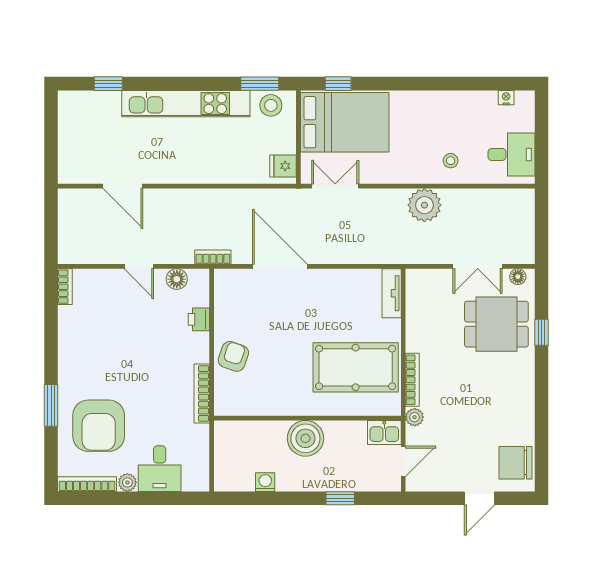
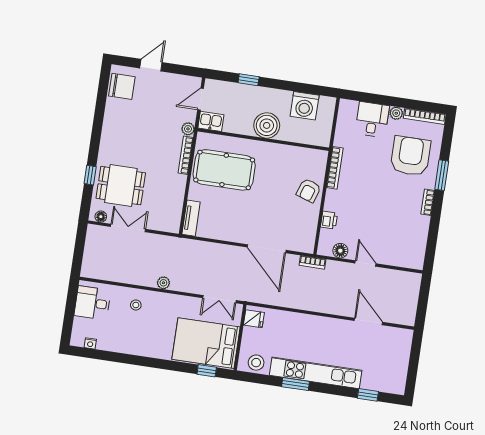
window: (260, 84) -> (296, 384), moved
plant: (424, 205) -> (163, 283), width x0.53, depth x0.53
bookcase: (65, 287) -> (428, 202), moved
washing machine: (265, 482) -> (305, 106), width x1.89, depth x1.89

